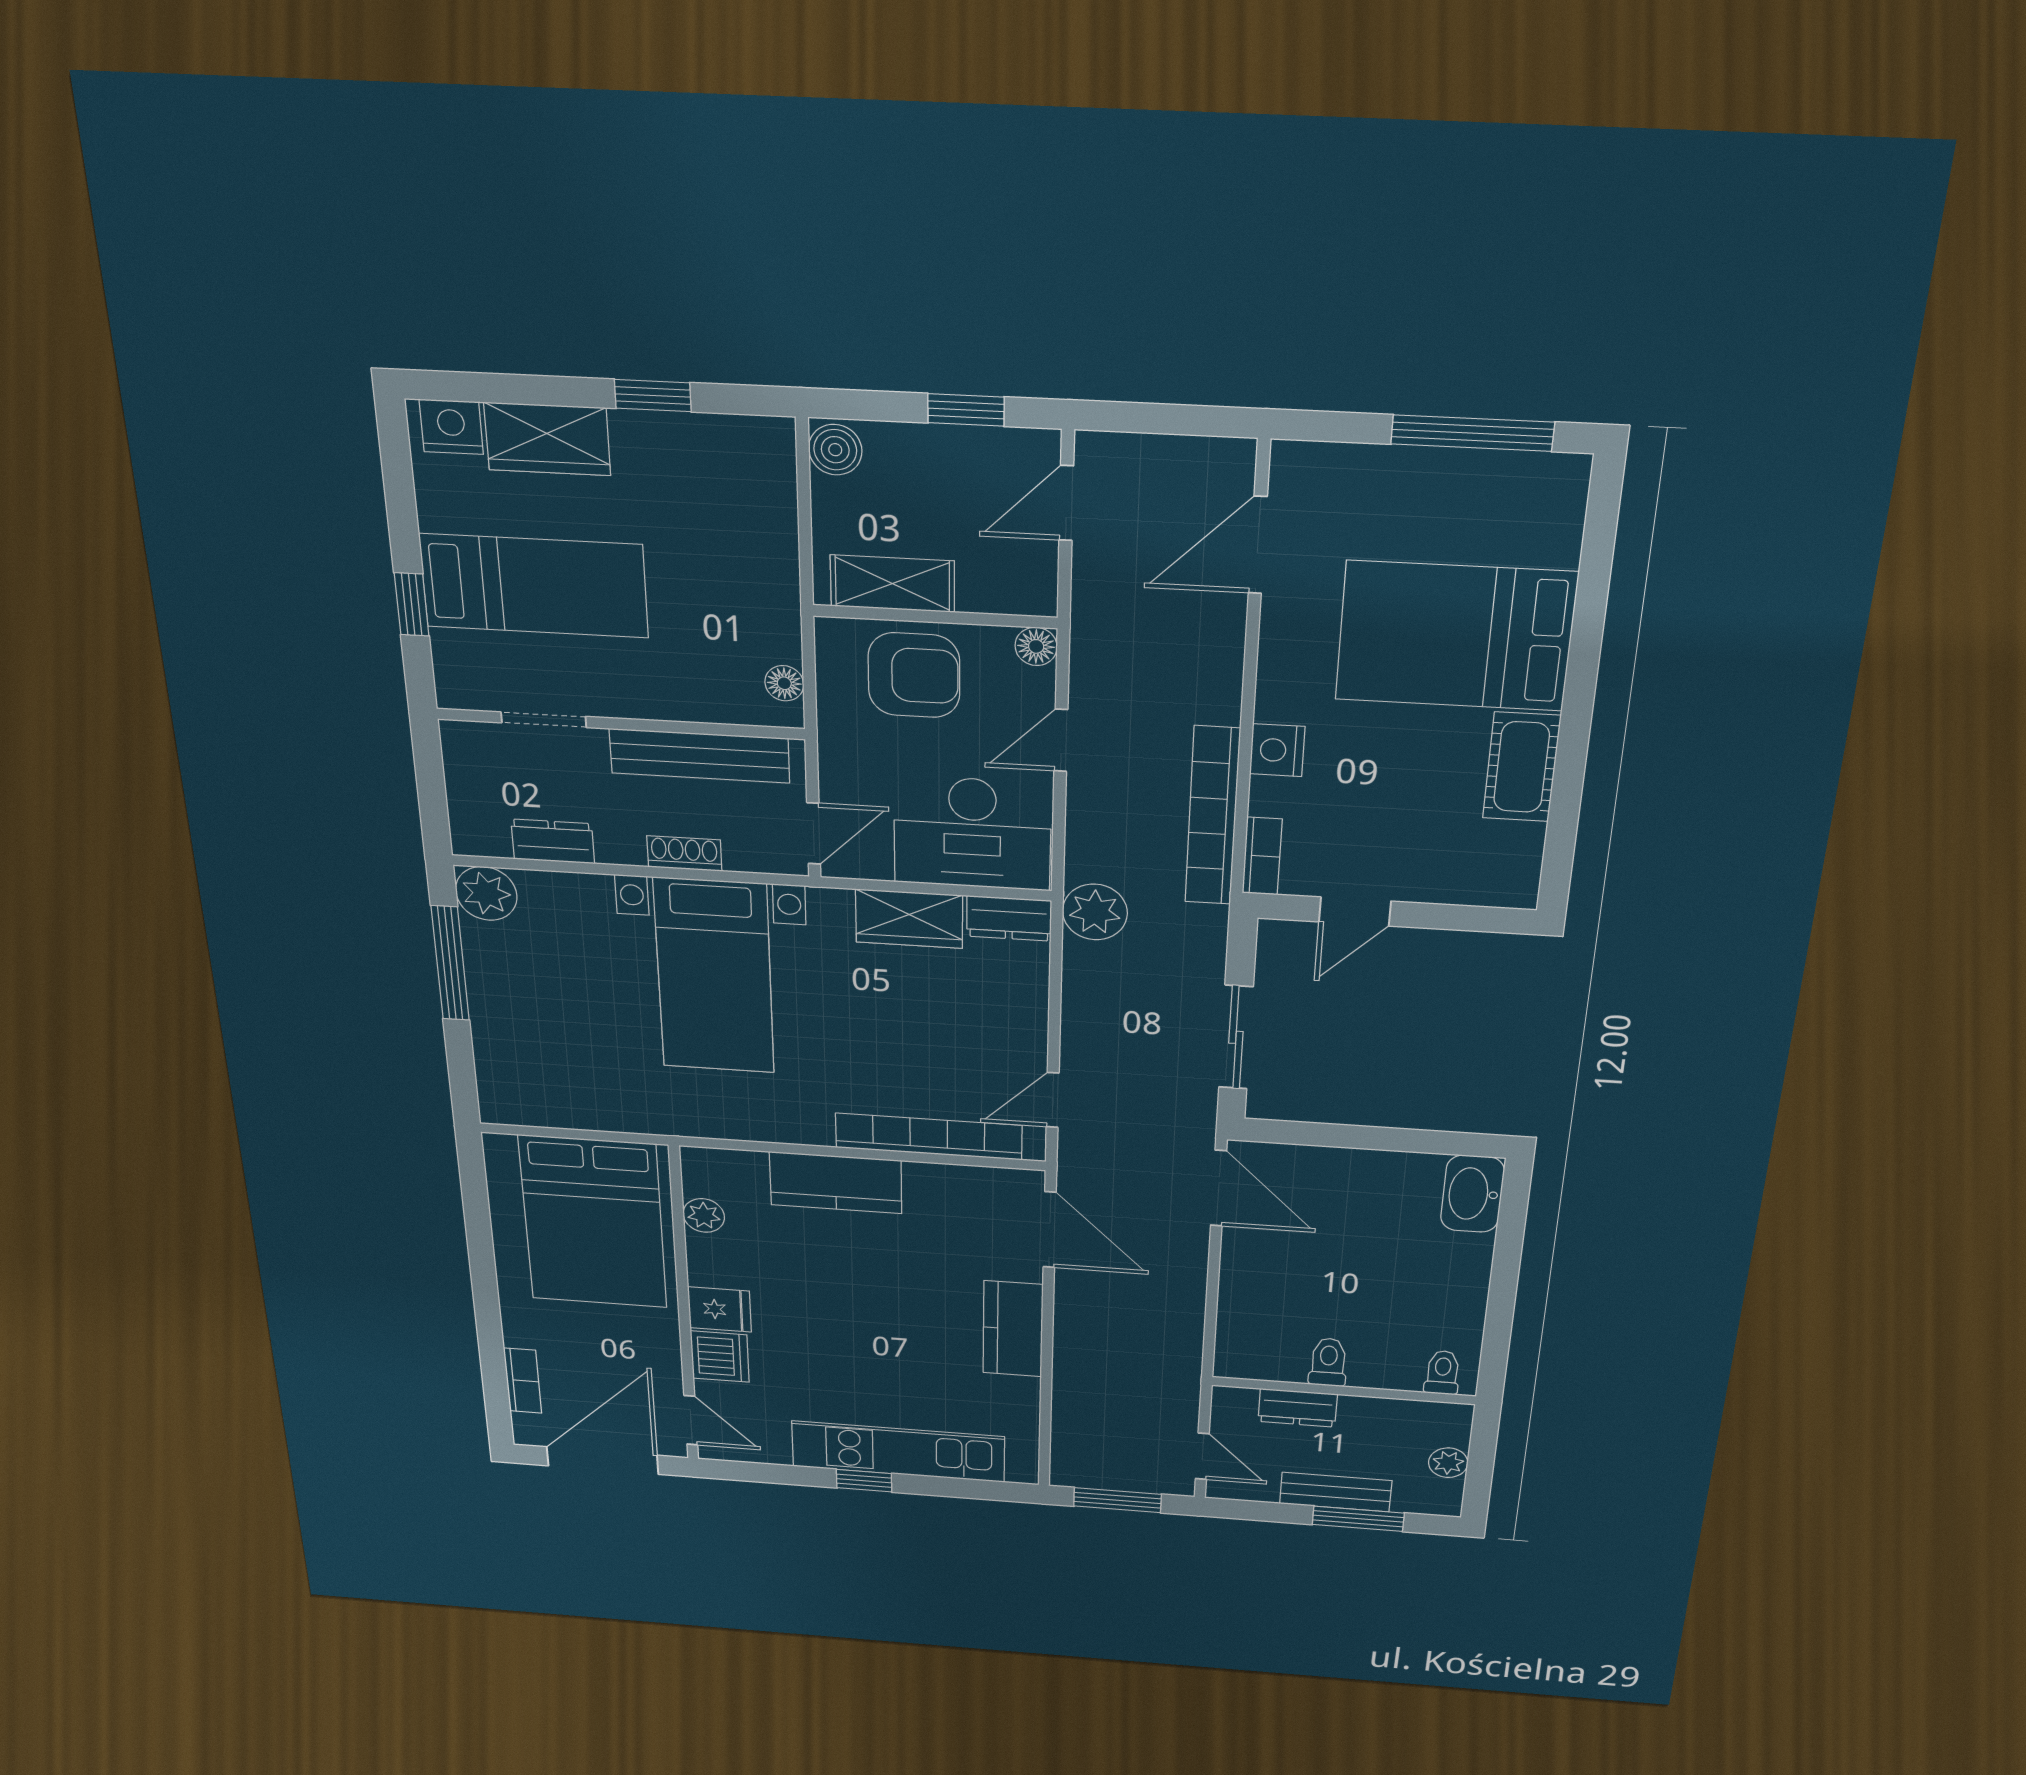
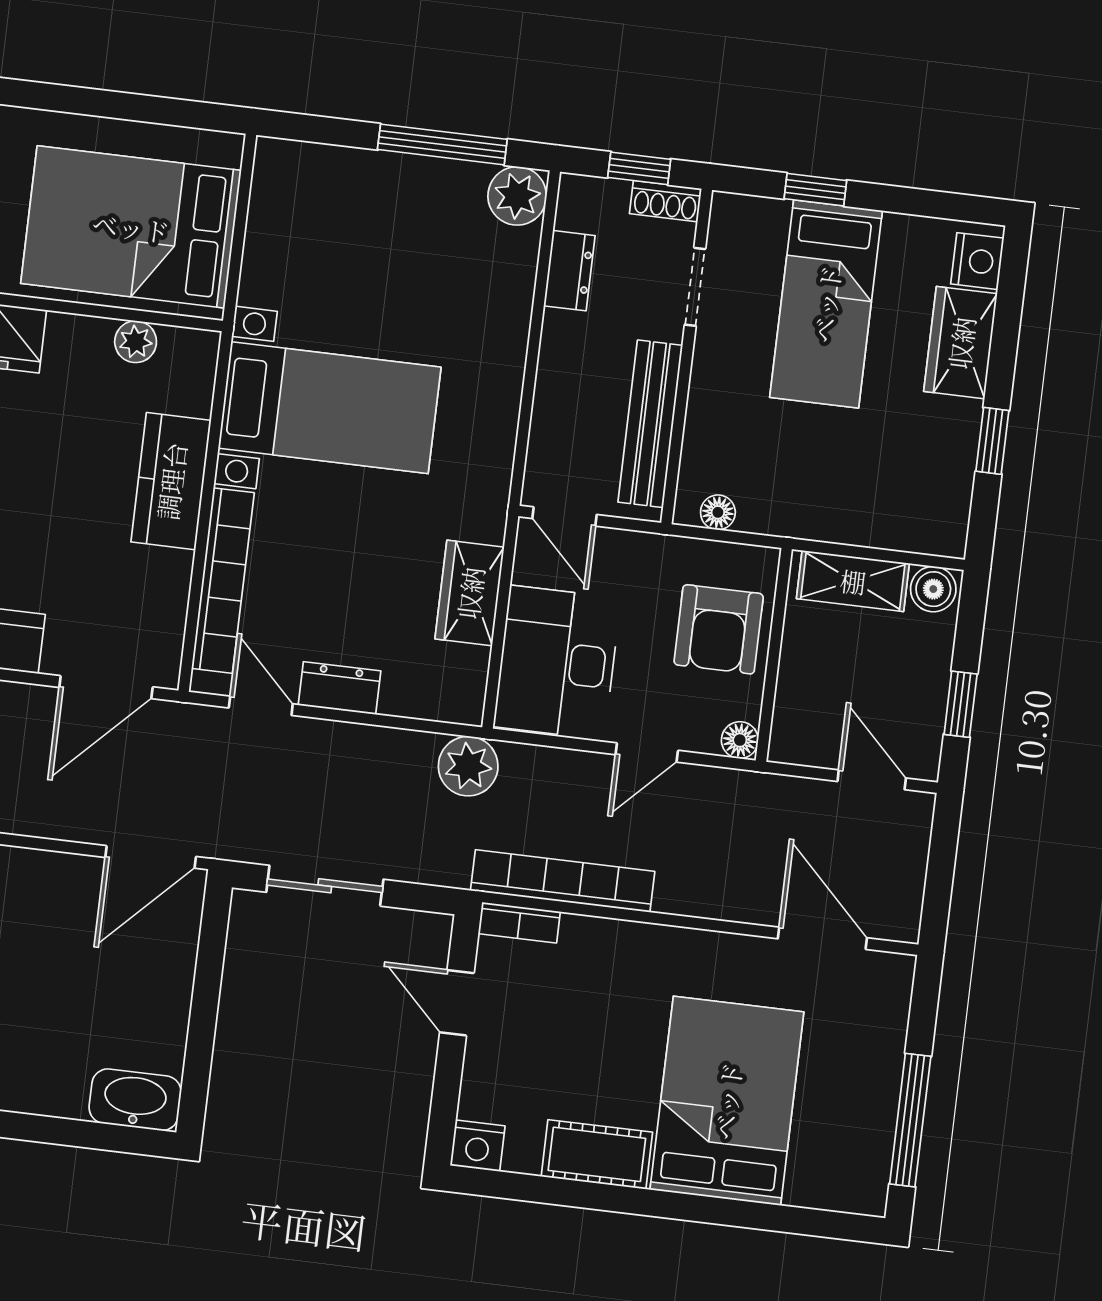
shelving: (892, 584) -> (853, 581), moved, turned 90
door: (1061, 740) -> (647, 753), swing flipped
nightstand: (1277, 750) -> (477, 1146), moved, turned 180
window: (431, 781) -> (639, 168), added
shoe rack: (684, 853) -> (666, 201), moved, turned 90
dresser: (1009, 918) -> (339, 688), moved, turned 90
bed with nightstands: (714, 976) -> (330, 408), moved, turned 180

